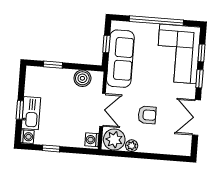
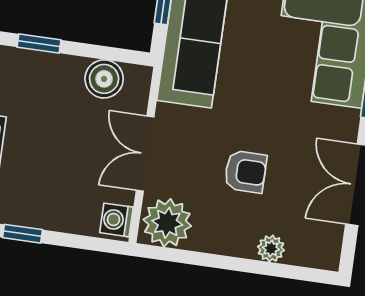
double door: (103, 110) -> (145, 154), swing flipped
plant: (132, 146) -> (271, 249), moved

